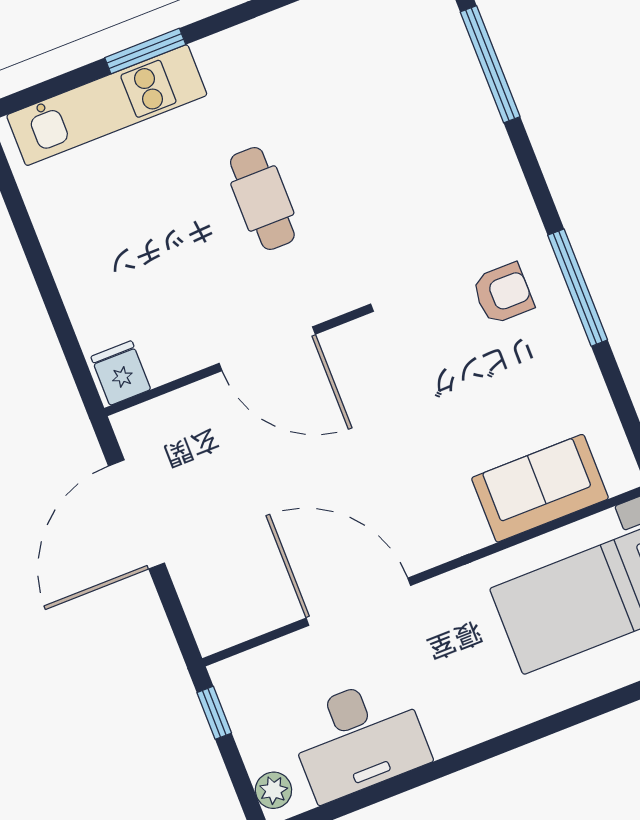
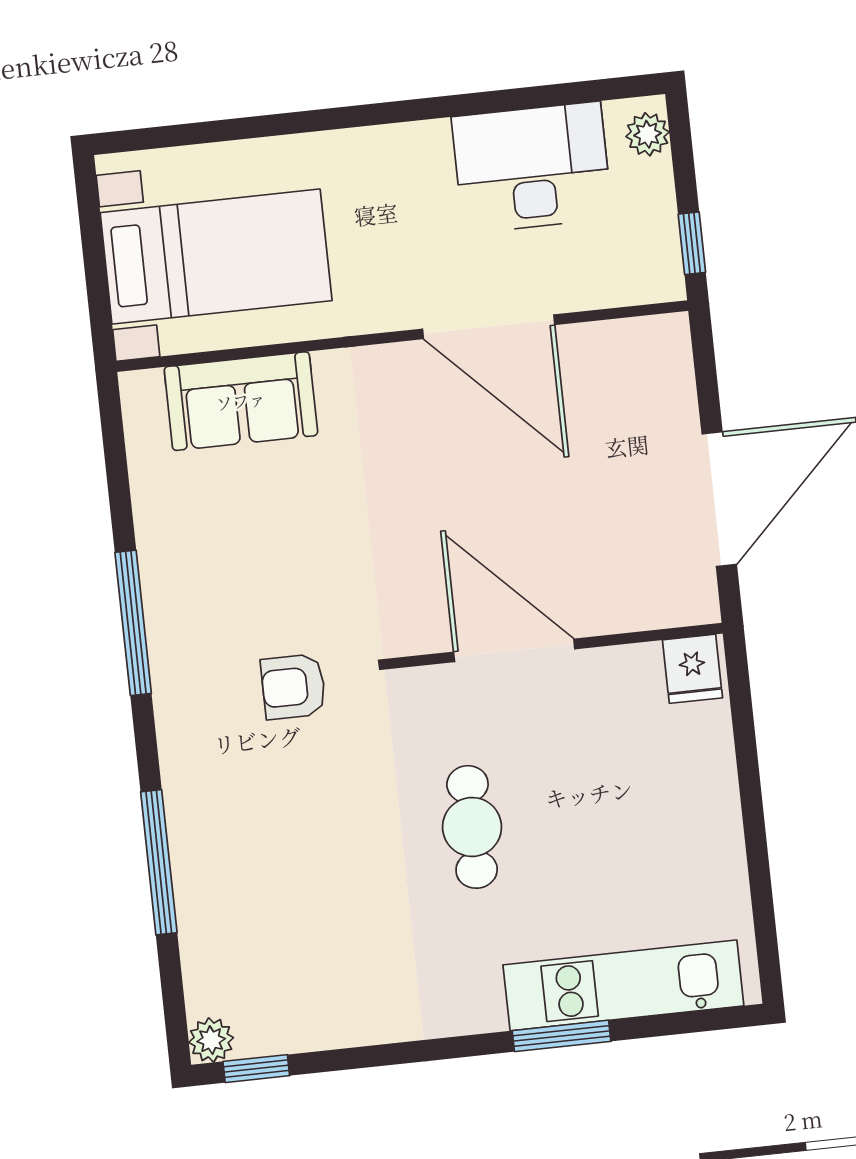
window: (490, 64) -> (159, 862), moved
armchair: (503, 293) -> (293, 687), moved

